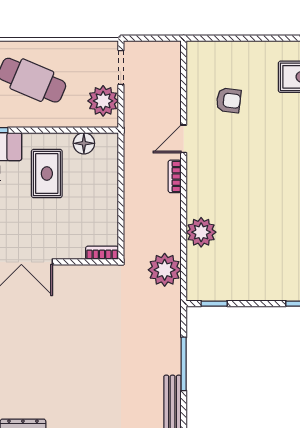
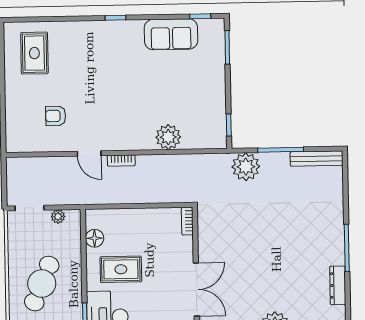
armchair: (229, 100) -> (56, 116), turned -97
plant: (103, 101) -> (58, 217), width x0.53, depth x0.53
plant: (165, 270) -> (246, 167), moved

